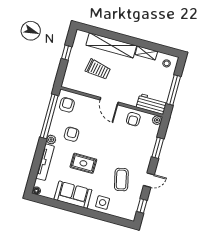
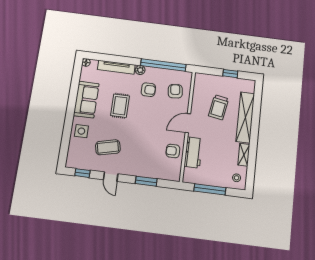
workbench: (152, 104) -> (193, 152), moved
armchair: (67, 105) -> (175, 91), moved, turned -96
plant: (157, 120) -> (175, 176), removed

